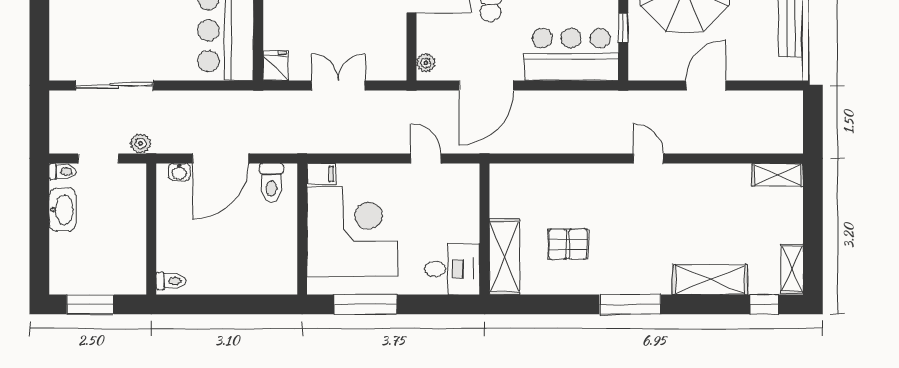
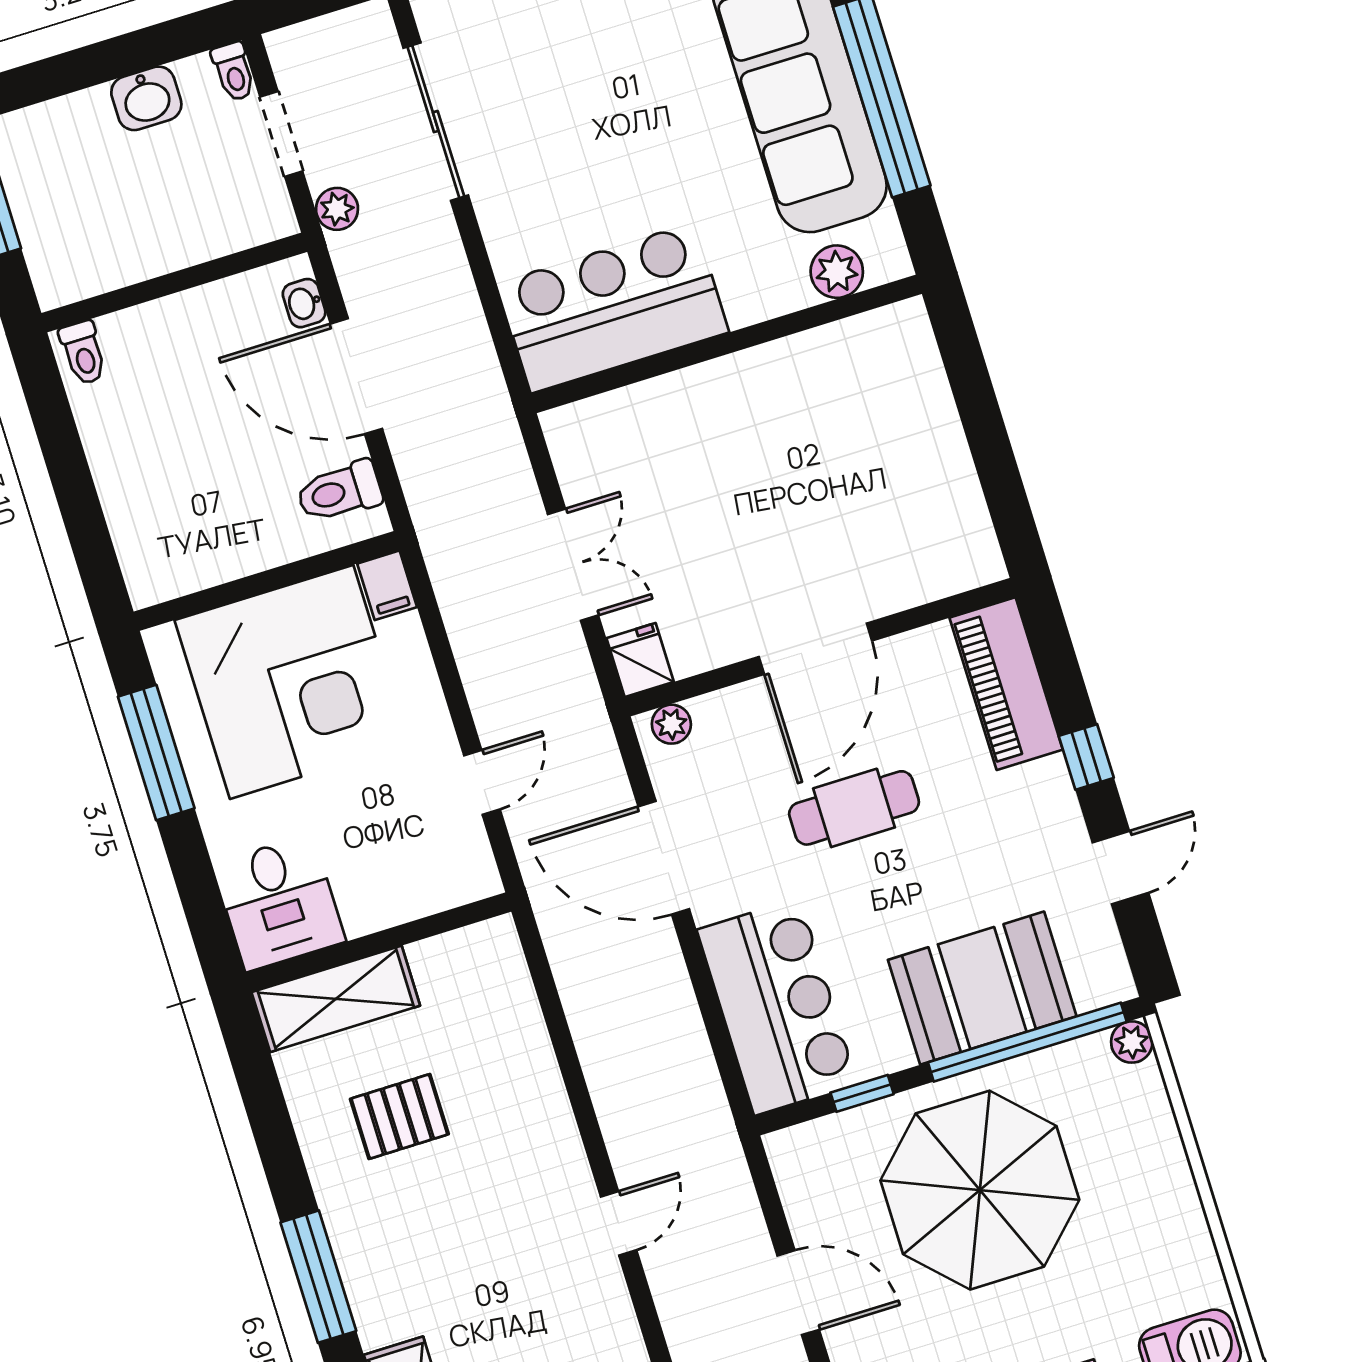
fridge: (276, 66) -> (640, 660), moved, turned -90
washbasin: (62, 209) -> (146, 98), width x0.72
pallet: (568, 244) -> (399, 1117), turned 90

